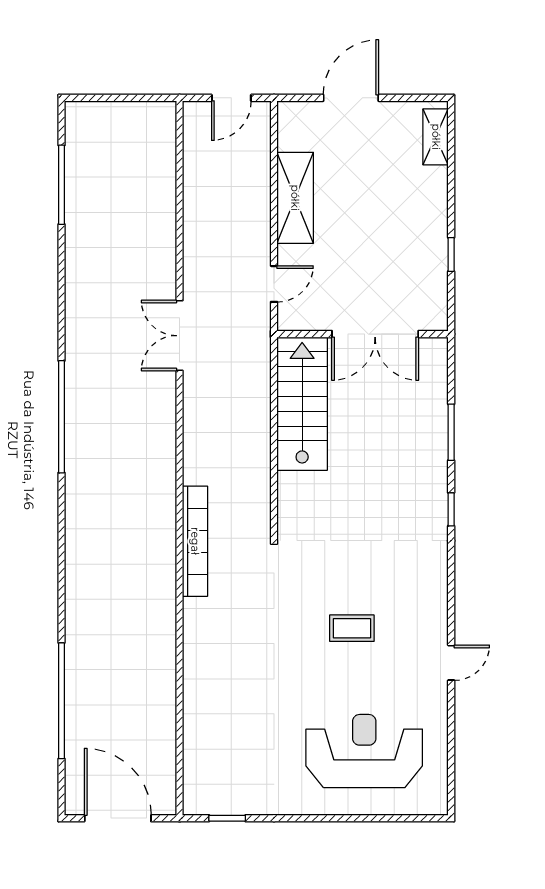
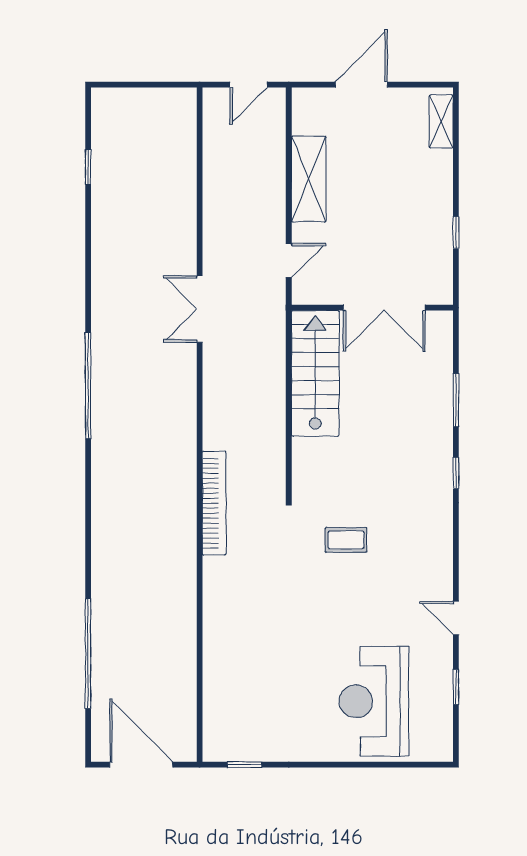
window: (61, 185) -> (88, 167), width x0.46
coffee table: (352, 628) -> (346, 540), moved
door: (451, 663) -> (456, 618), swing flipped
window: (451, 736) -> (456, 687), added
reception desk: (364, 751) -> (374, 701), turned -90

